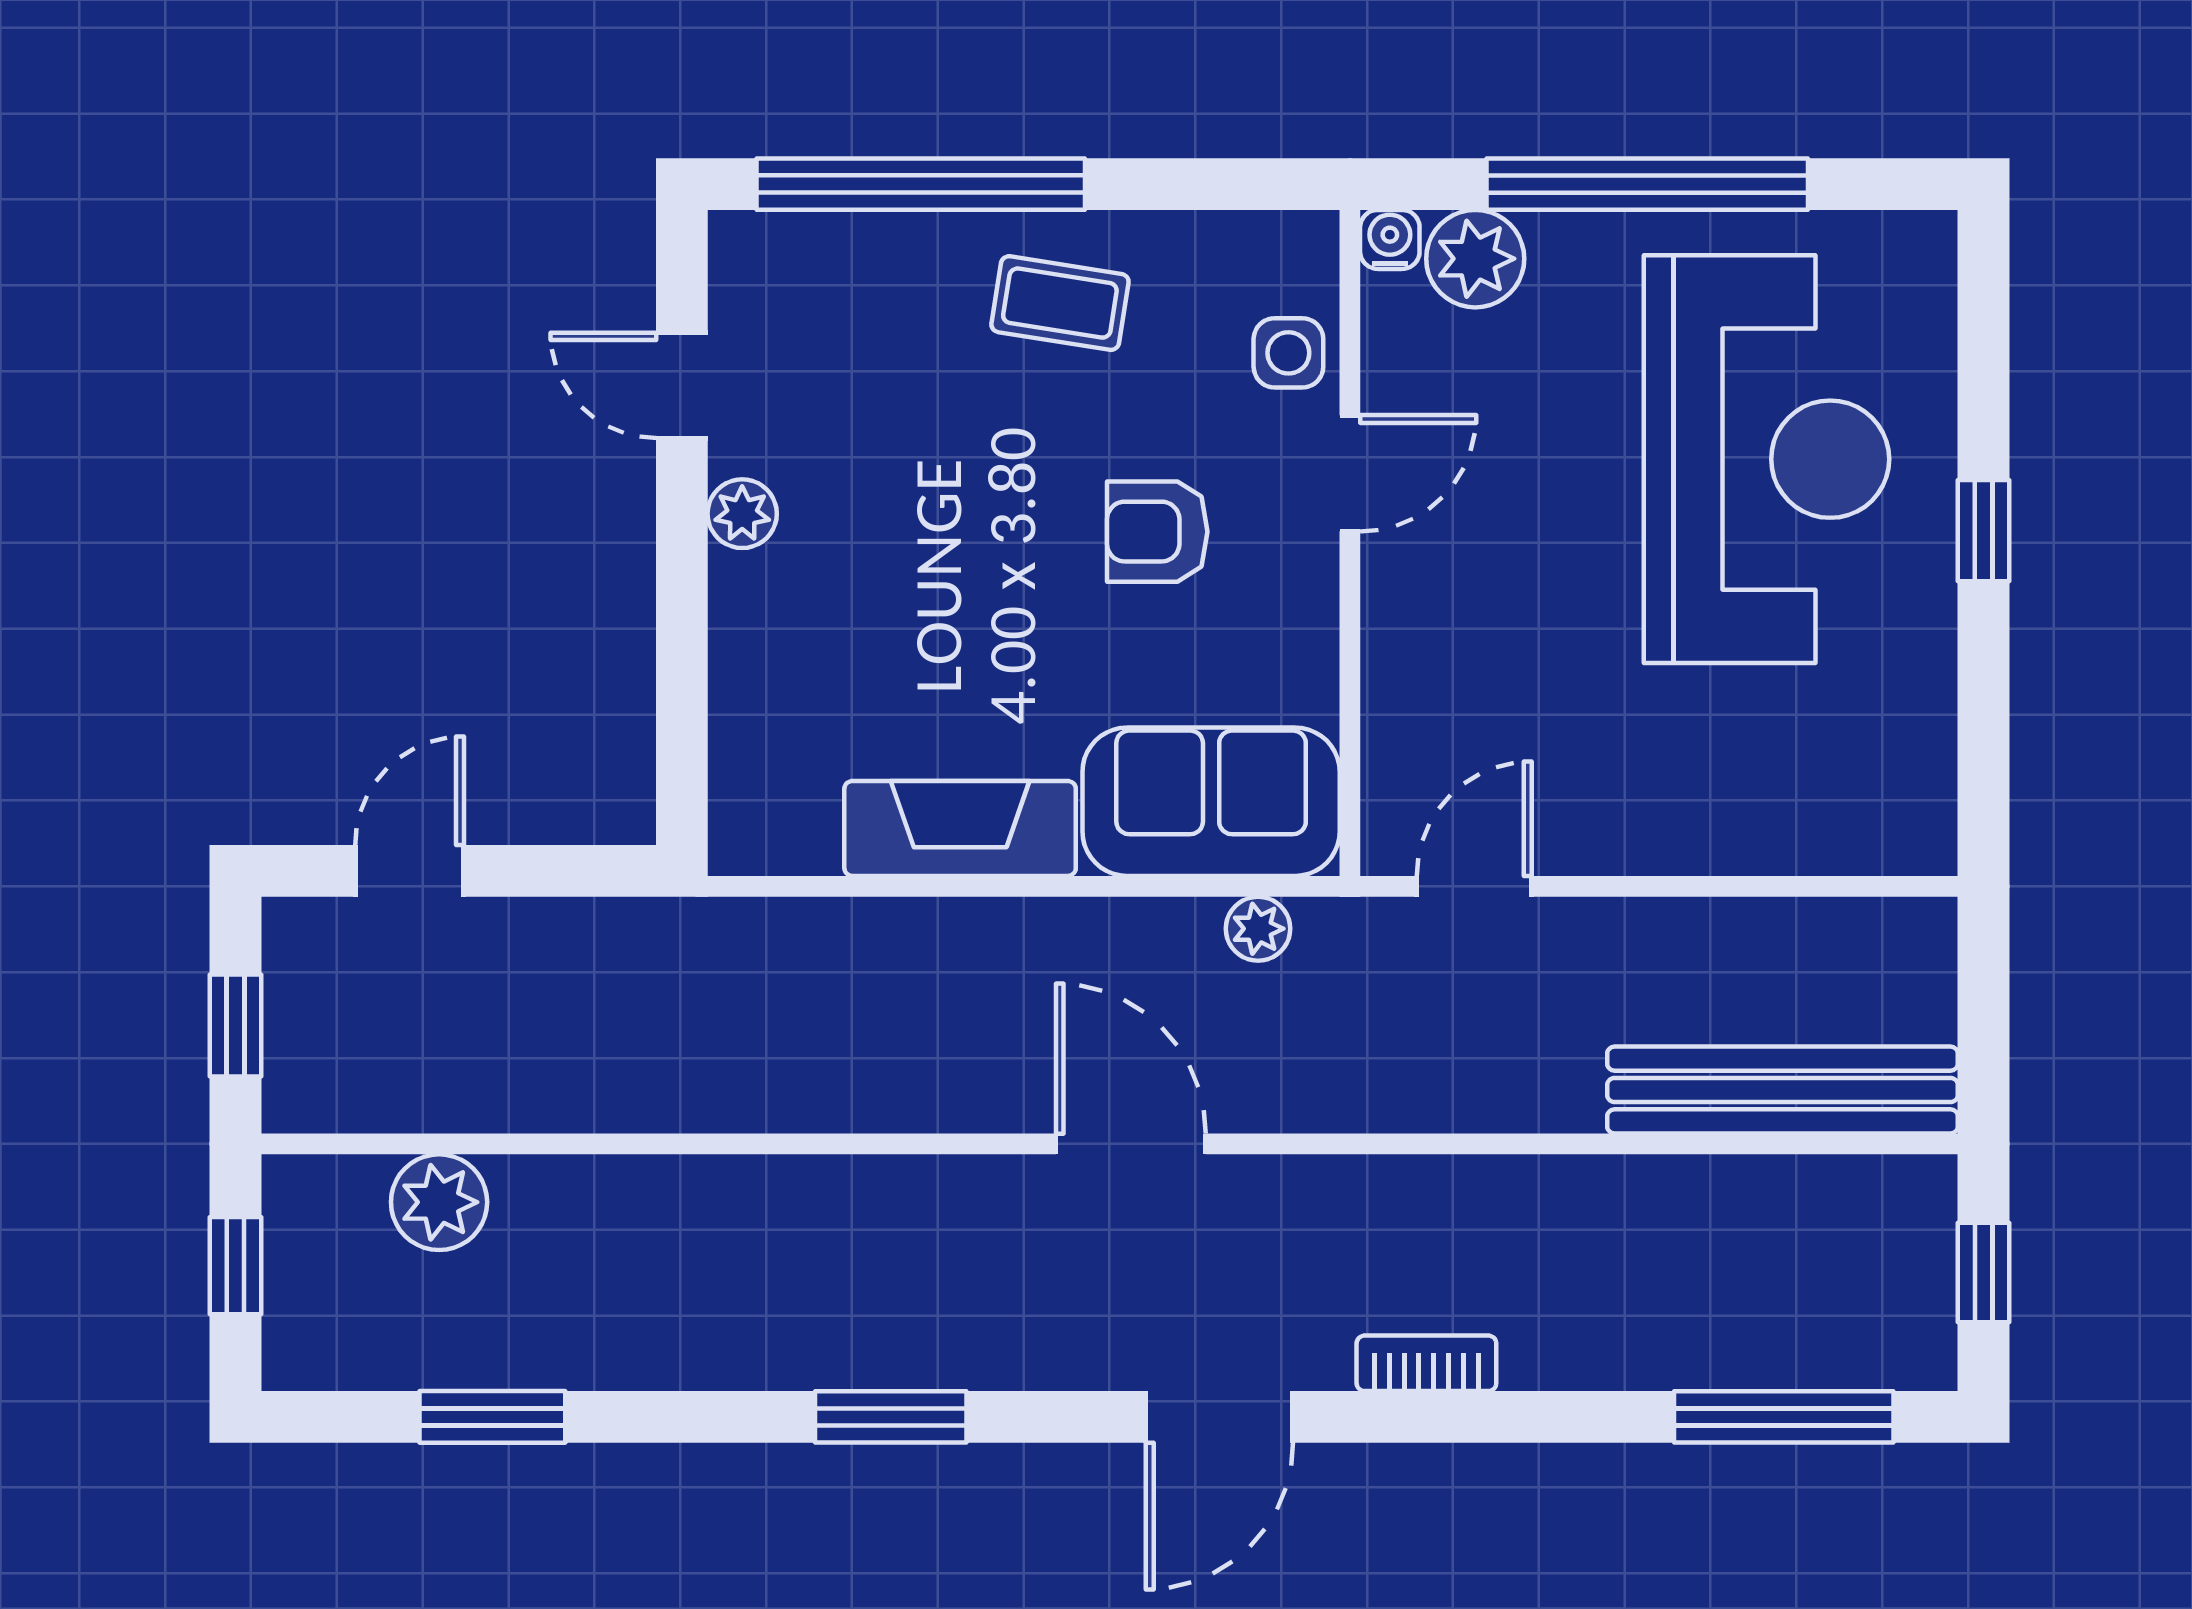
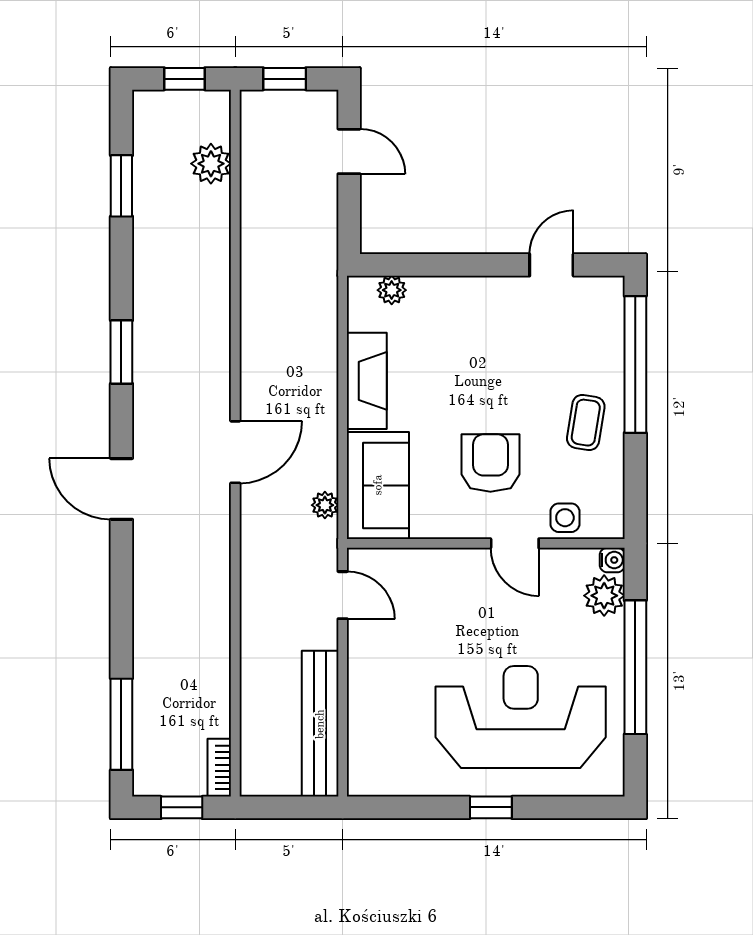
reception desk: (1766, 459) -> (521, 717), turned 180
plant: (742, 514) -> (392, 290), moved
armchair: (1157, 532) -> (490, 463), width x1.38, depth x1.38
bench: (1783, 1090) -> (320, 724), moved
bookcase: (1426, 1363) -> (219, 768), moved, turned 180

